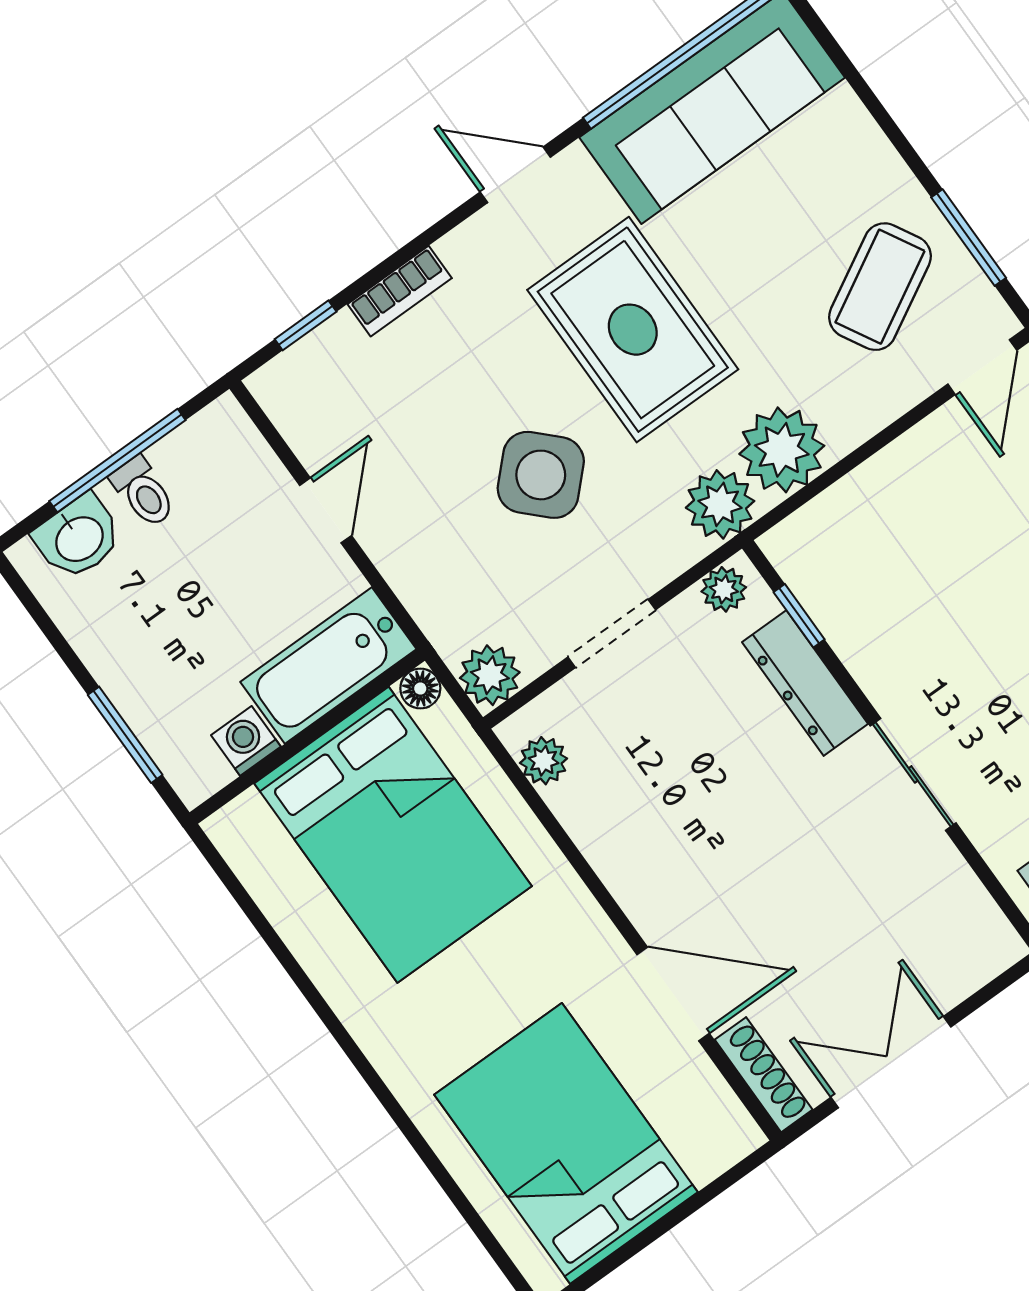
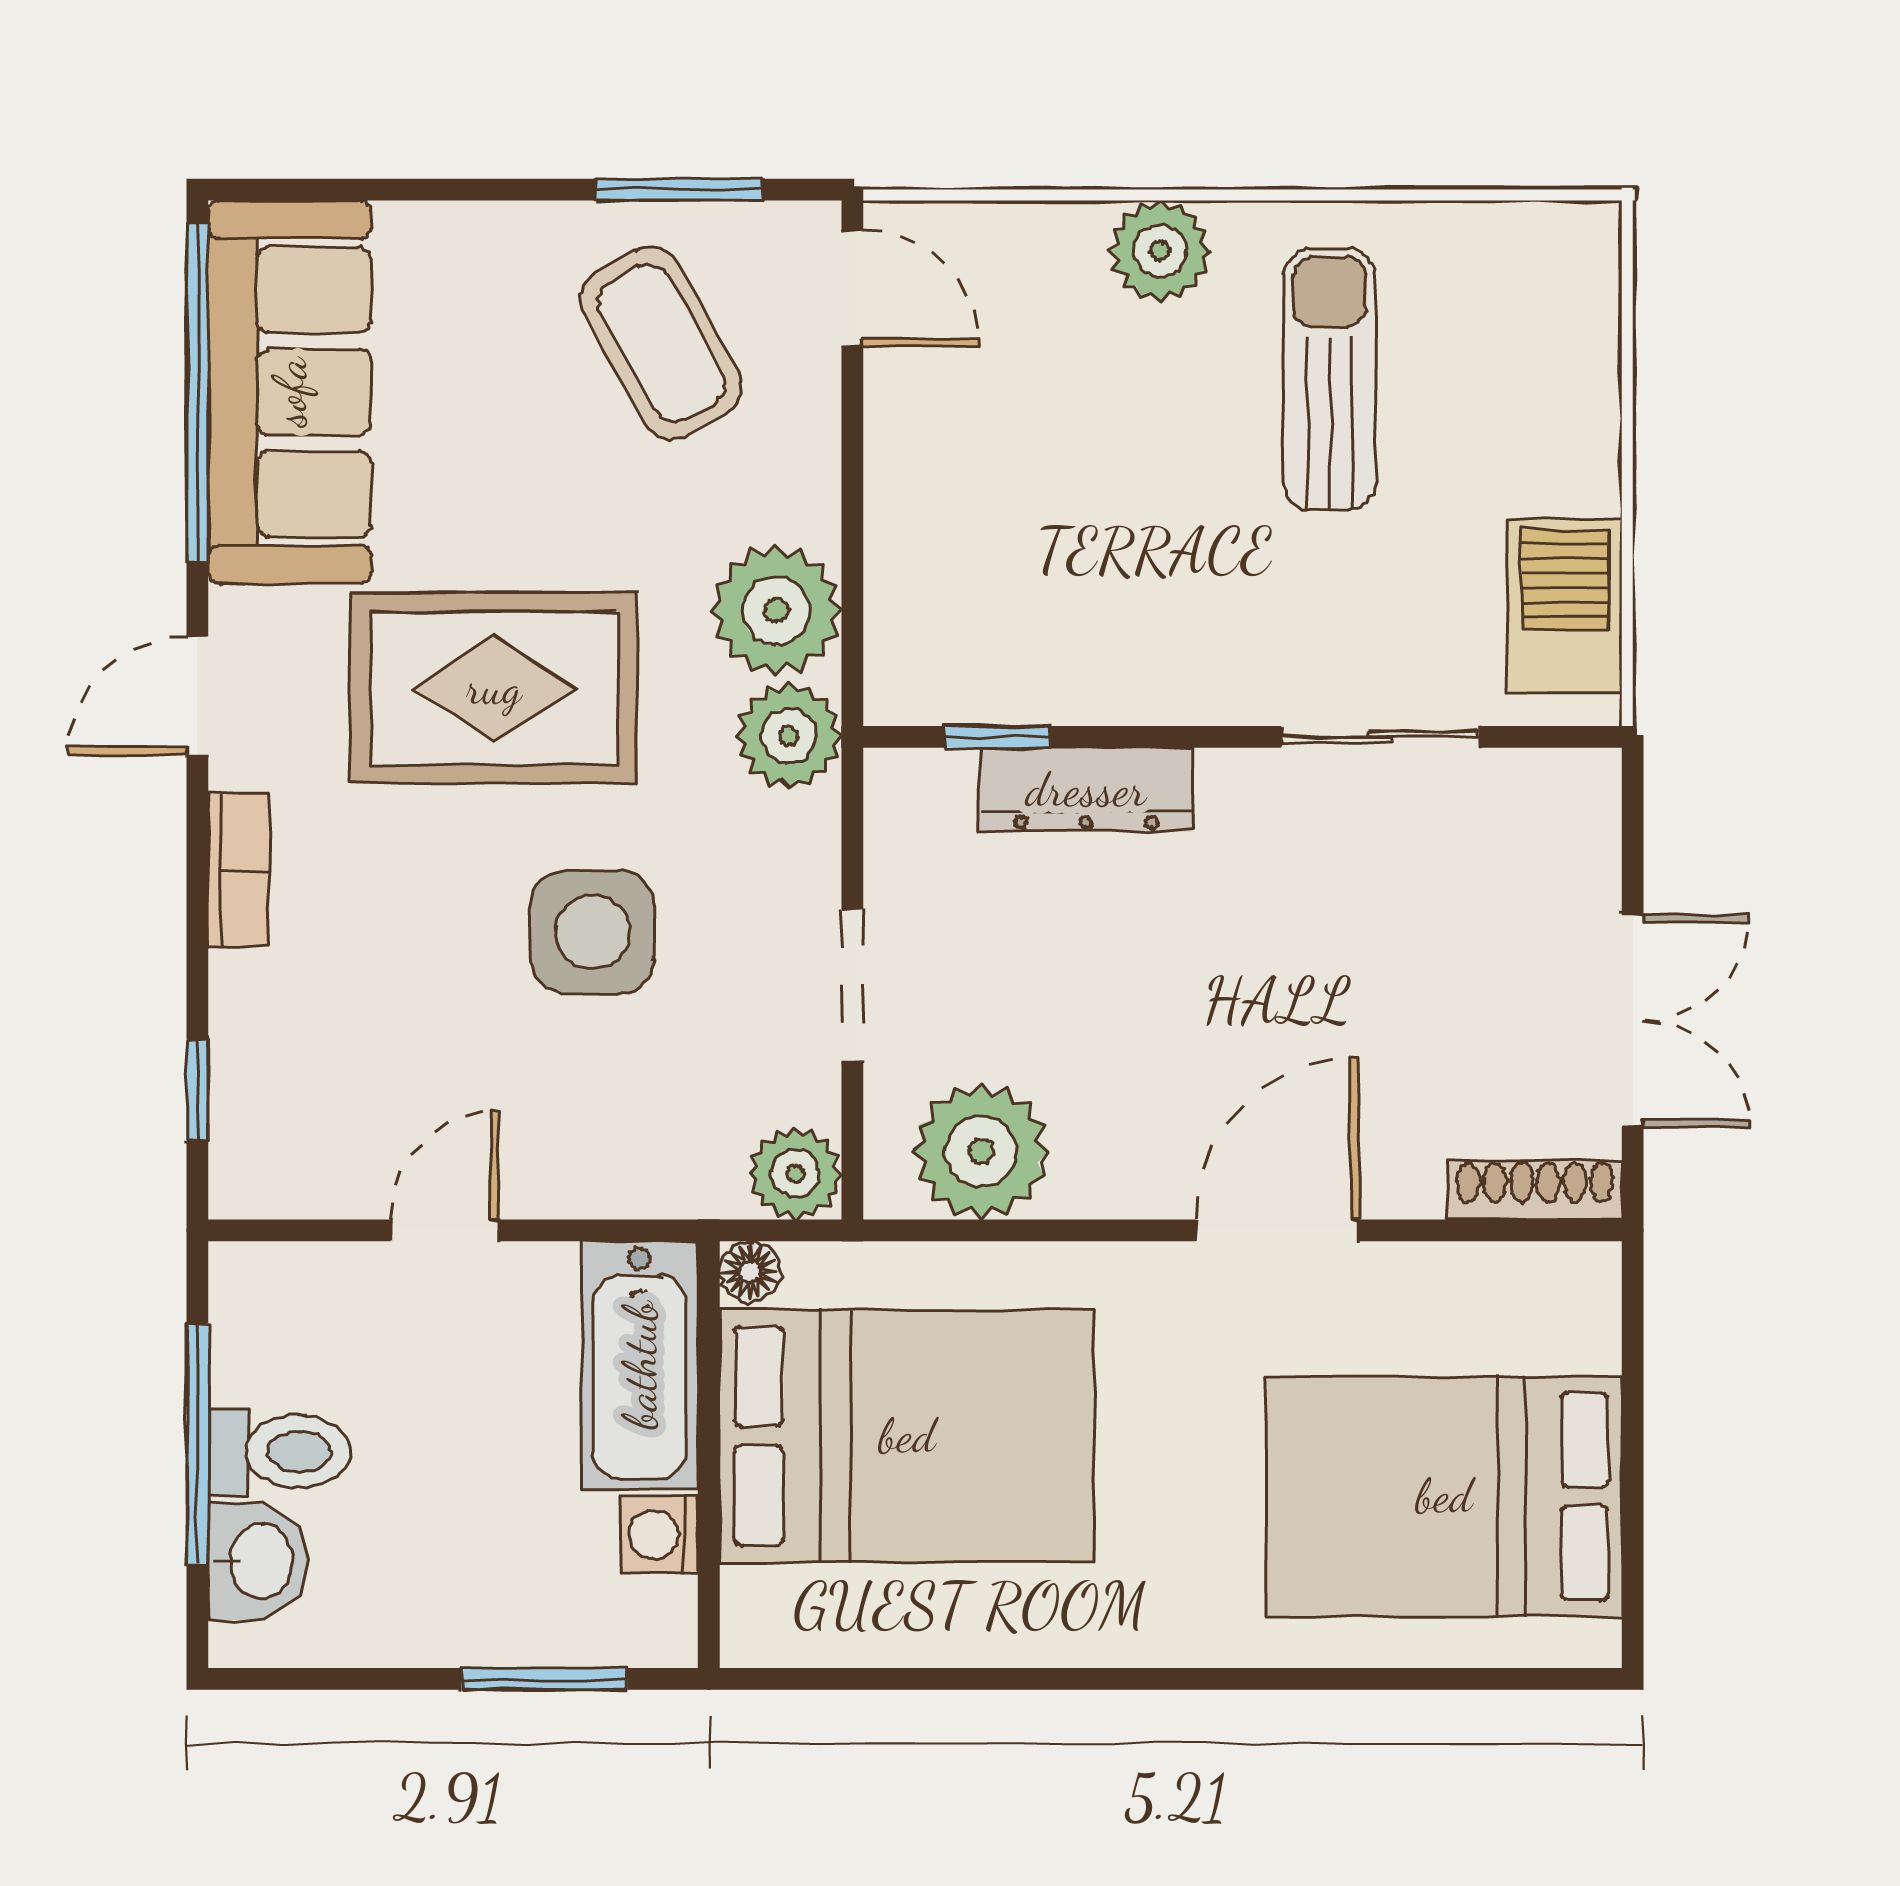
bookcase: (400, 291) -> (239, 870), moved
side table: (541, 475) -> (592, 932), turned 45
toilet: (143, 492) -> (279, 1452), width x1.37, depth x1.39
door: (326, 510) -> (445, 1230), hinge flipped
plant: (724, 589) -> (897, 807), removed
plant: (544, 761) -> (981, 1151), width x1.87, depth x1.87
sliding door: (913, 774) -> (1380, 737), moved
door: (673, 994) -> (1277, 1230), moved
double door: (891, 1062) -> (1633, 1021), swing flipped

